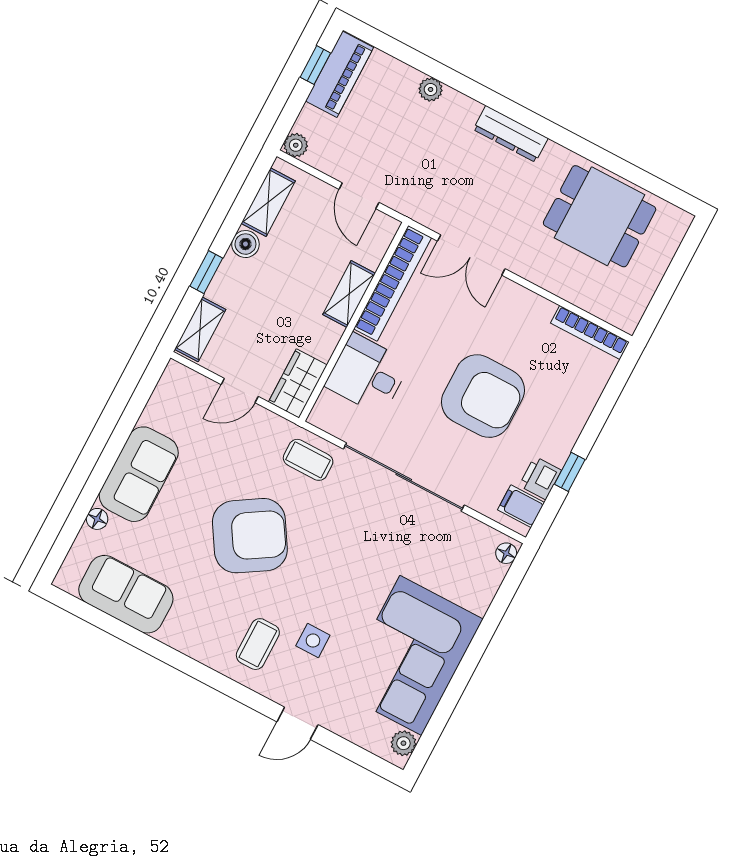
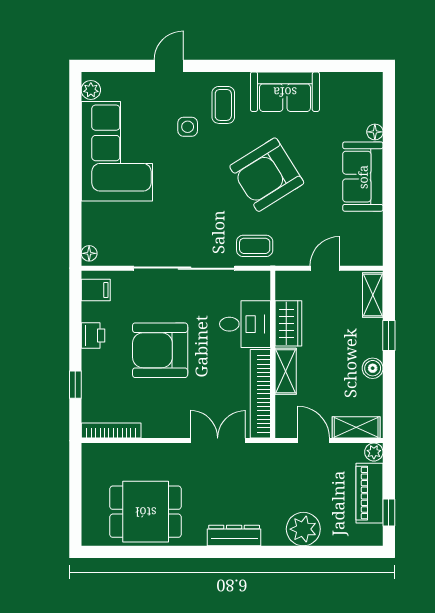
piano: (340, 74) -> (370, 493), moved
plant: (431, 89) -> (303, 529), width x1.88, depth x1.88
shelving: (268, 202) -> (356, 427), moved, turned 90
wardrobe: (298, 383) -> (288, 323), moved
window: (570, 472) -> (75, 385), moved
printer: (540, 478) -> (93, 336), moved
sofa: (126, 594) -> (285, 92), moved

